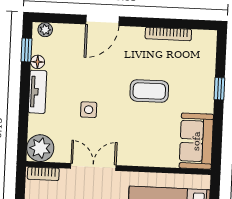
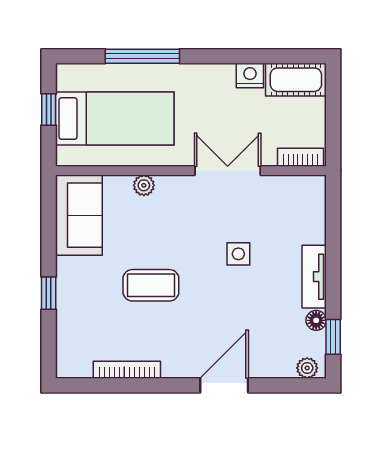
plant: (40, 148) -> (144, 185), moved, width x0.53, depth x0.53
double door: (93, 167) -> (228, 171), swing flipped

